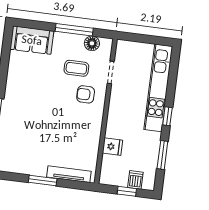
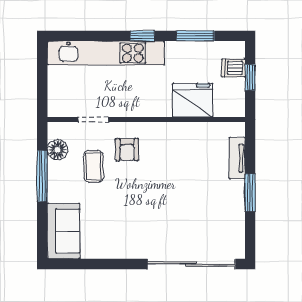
fridge: (112, 147) -> (193, 100), width x1.88, depth x1.34
tv unit: (69, 174) -> (237, 158), width x0.71

